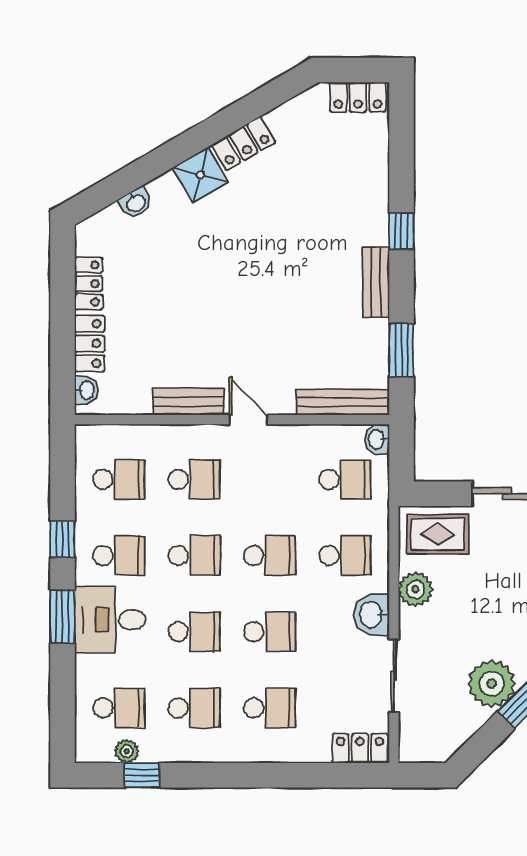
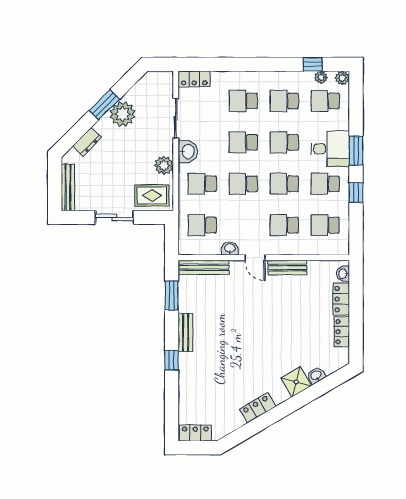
shower: (200, 175) -> (296, 382), moved
washbasin: (377, 439) -> (230, 249), moved, turned -90
plant: (87, 750) -> (342, 78), added

